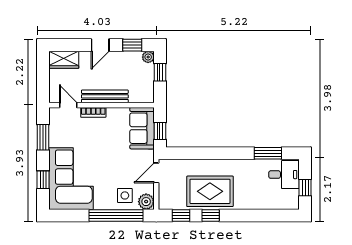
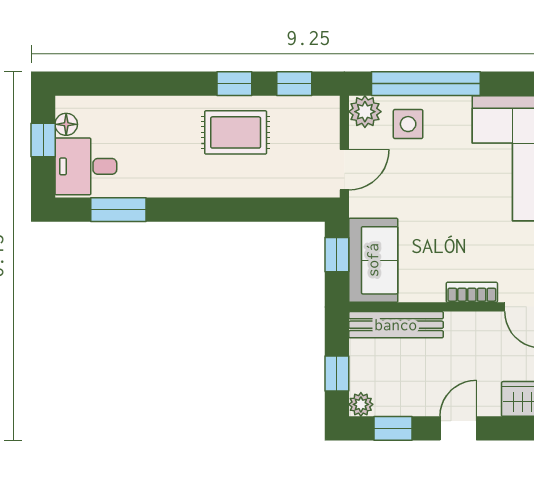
bench: (105, 96) -> (396, 325), moved
rug: (210, 191) -> (236, 132), width x0.73, depth x0.70
floor lamp: (294, 195) -> (66, 124), added

